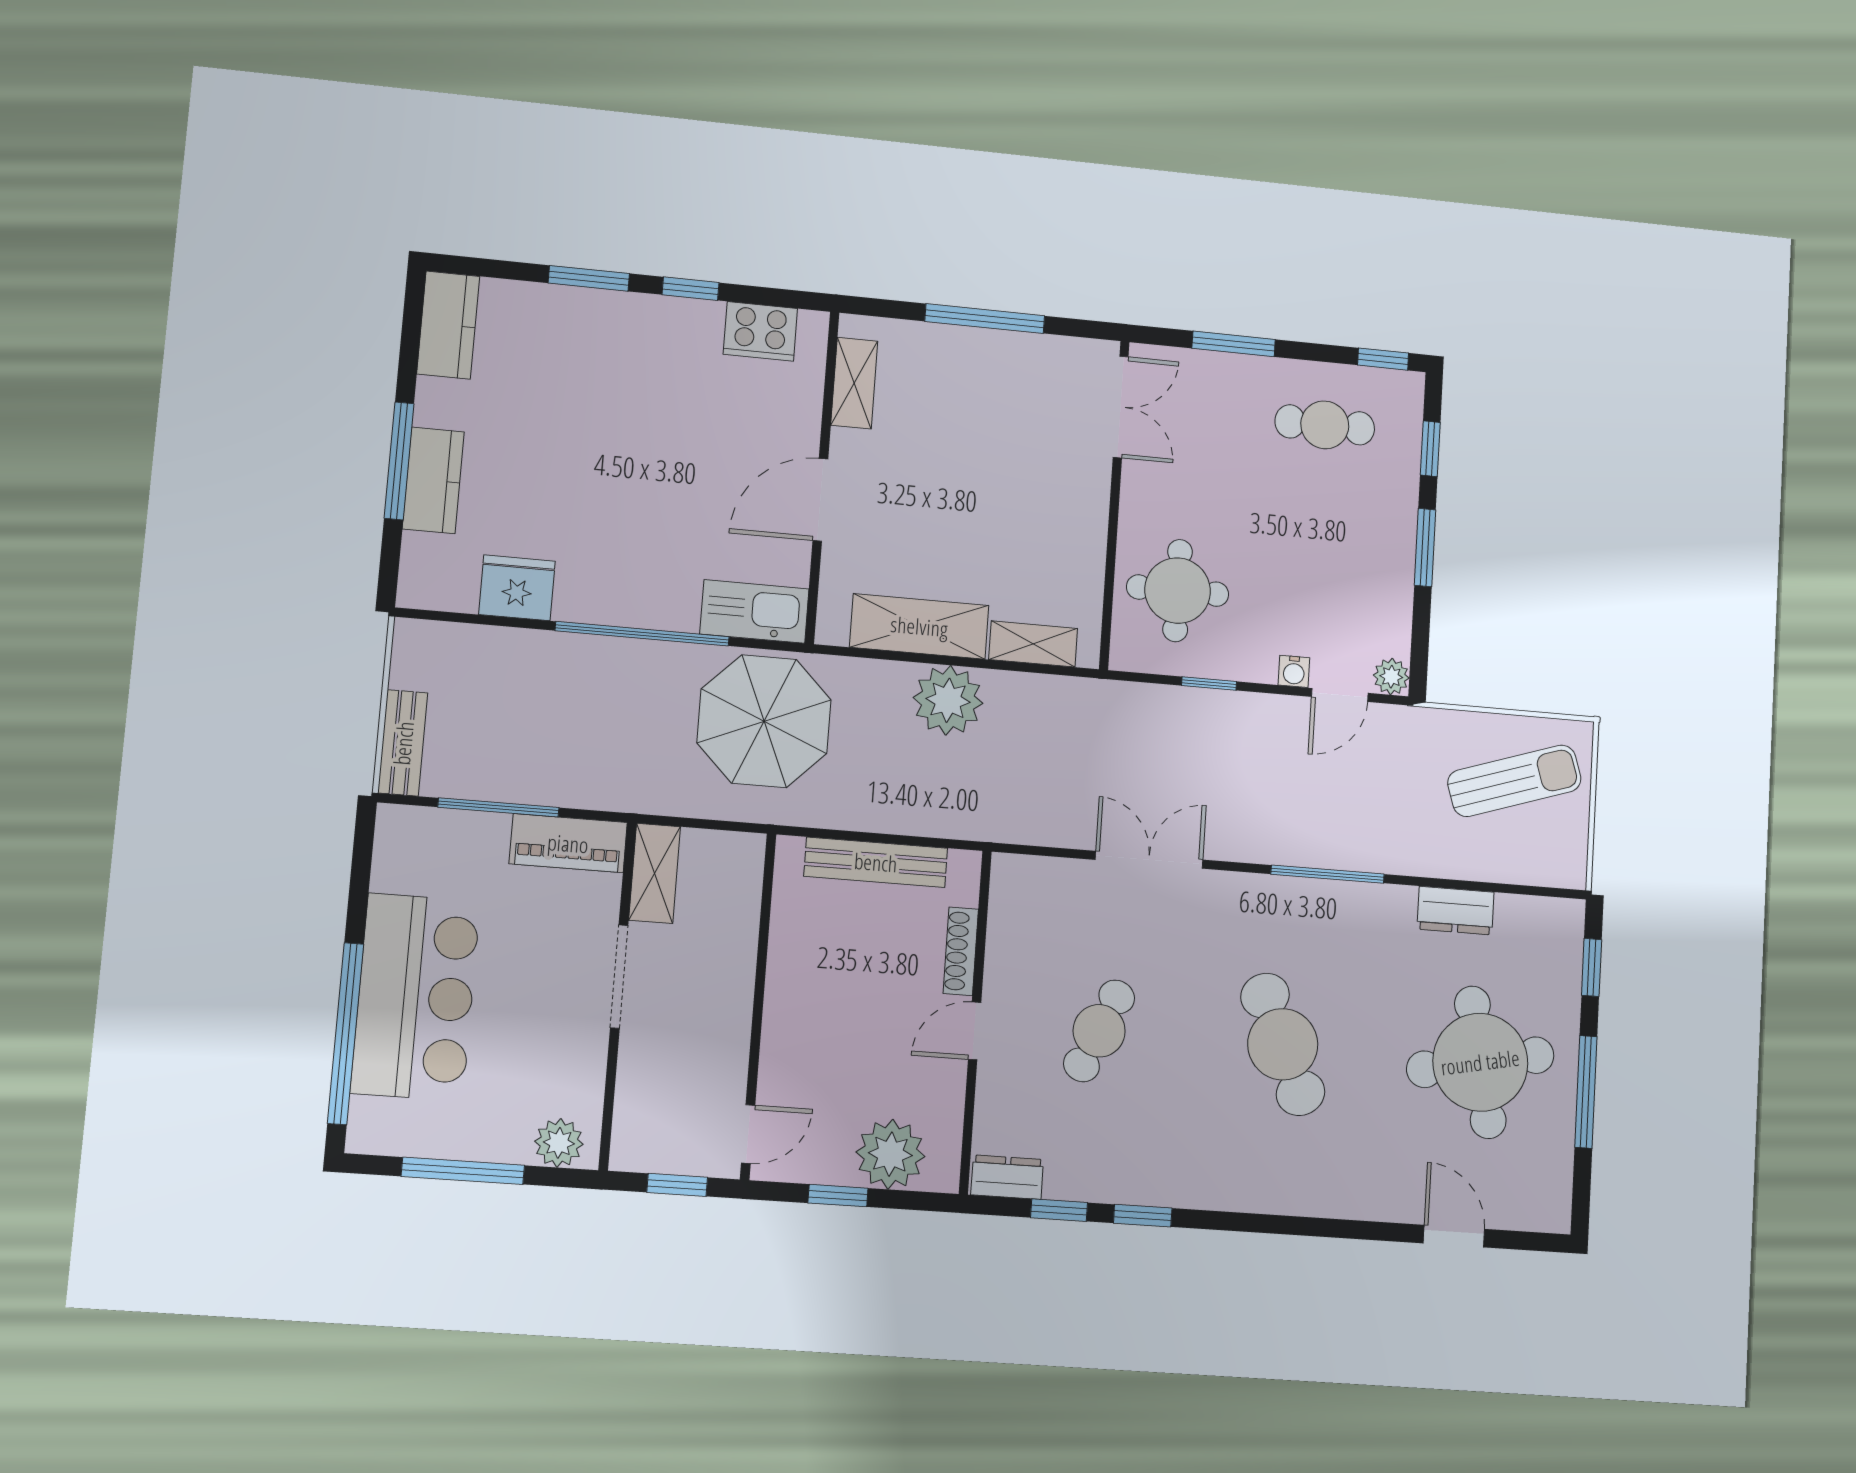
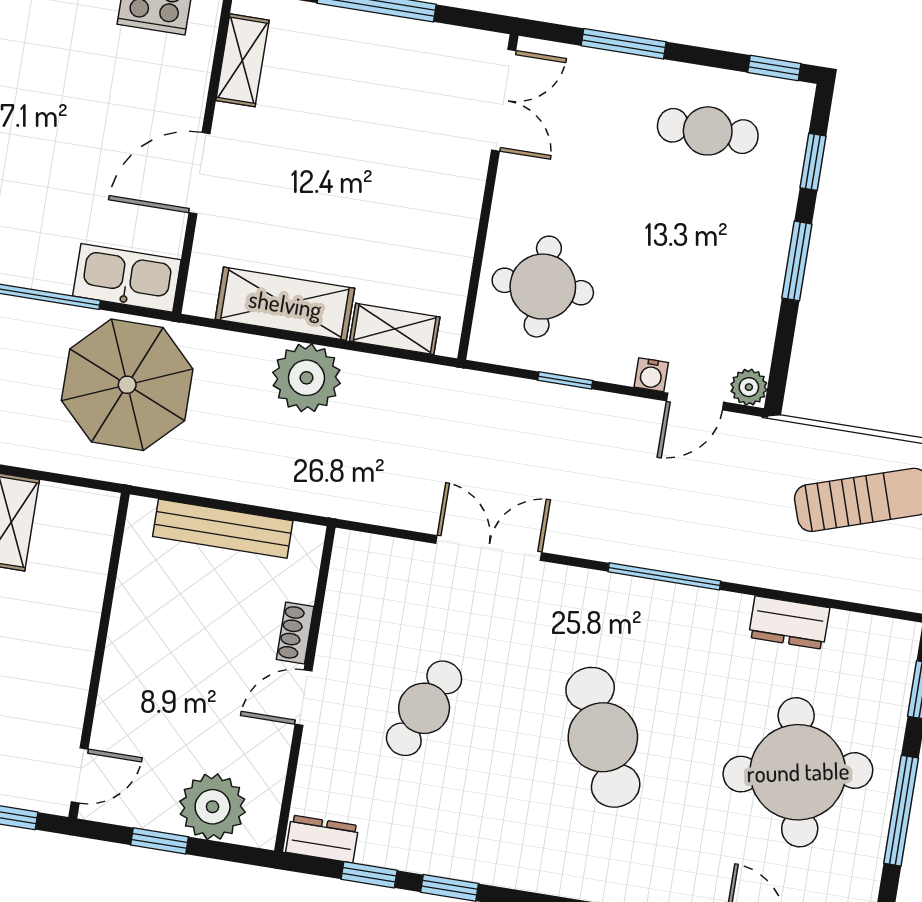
shoe rack: (961, 951) -> (295, 633), width x0.70

